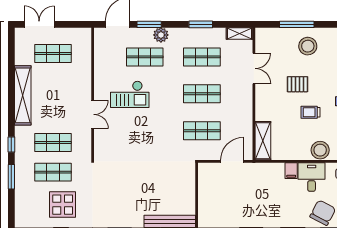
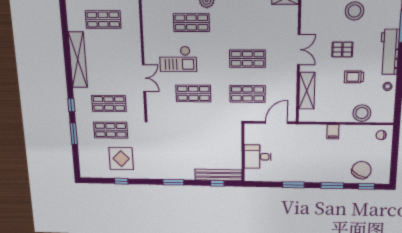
shop shelf: (202, 57) -> (193, 93), moved
double door: (254, 68) -> (299, 50), moved
shelving: (263, 141) -> (307, 91), moved
desk: (312, 177) -> (258, 157), moved, turned -90

